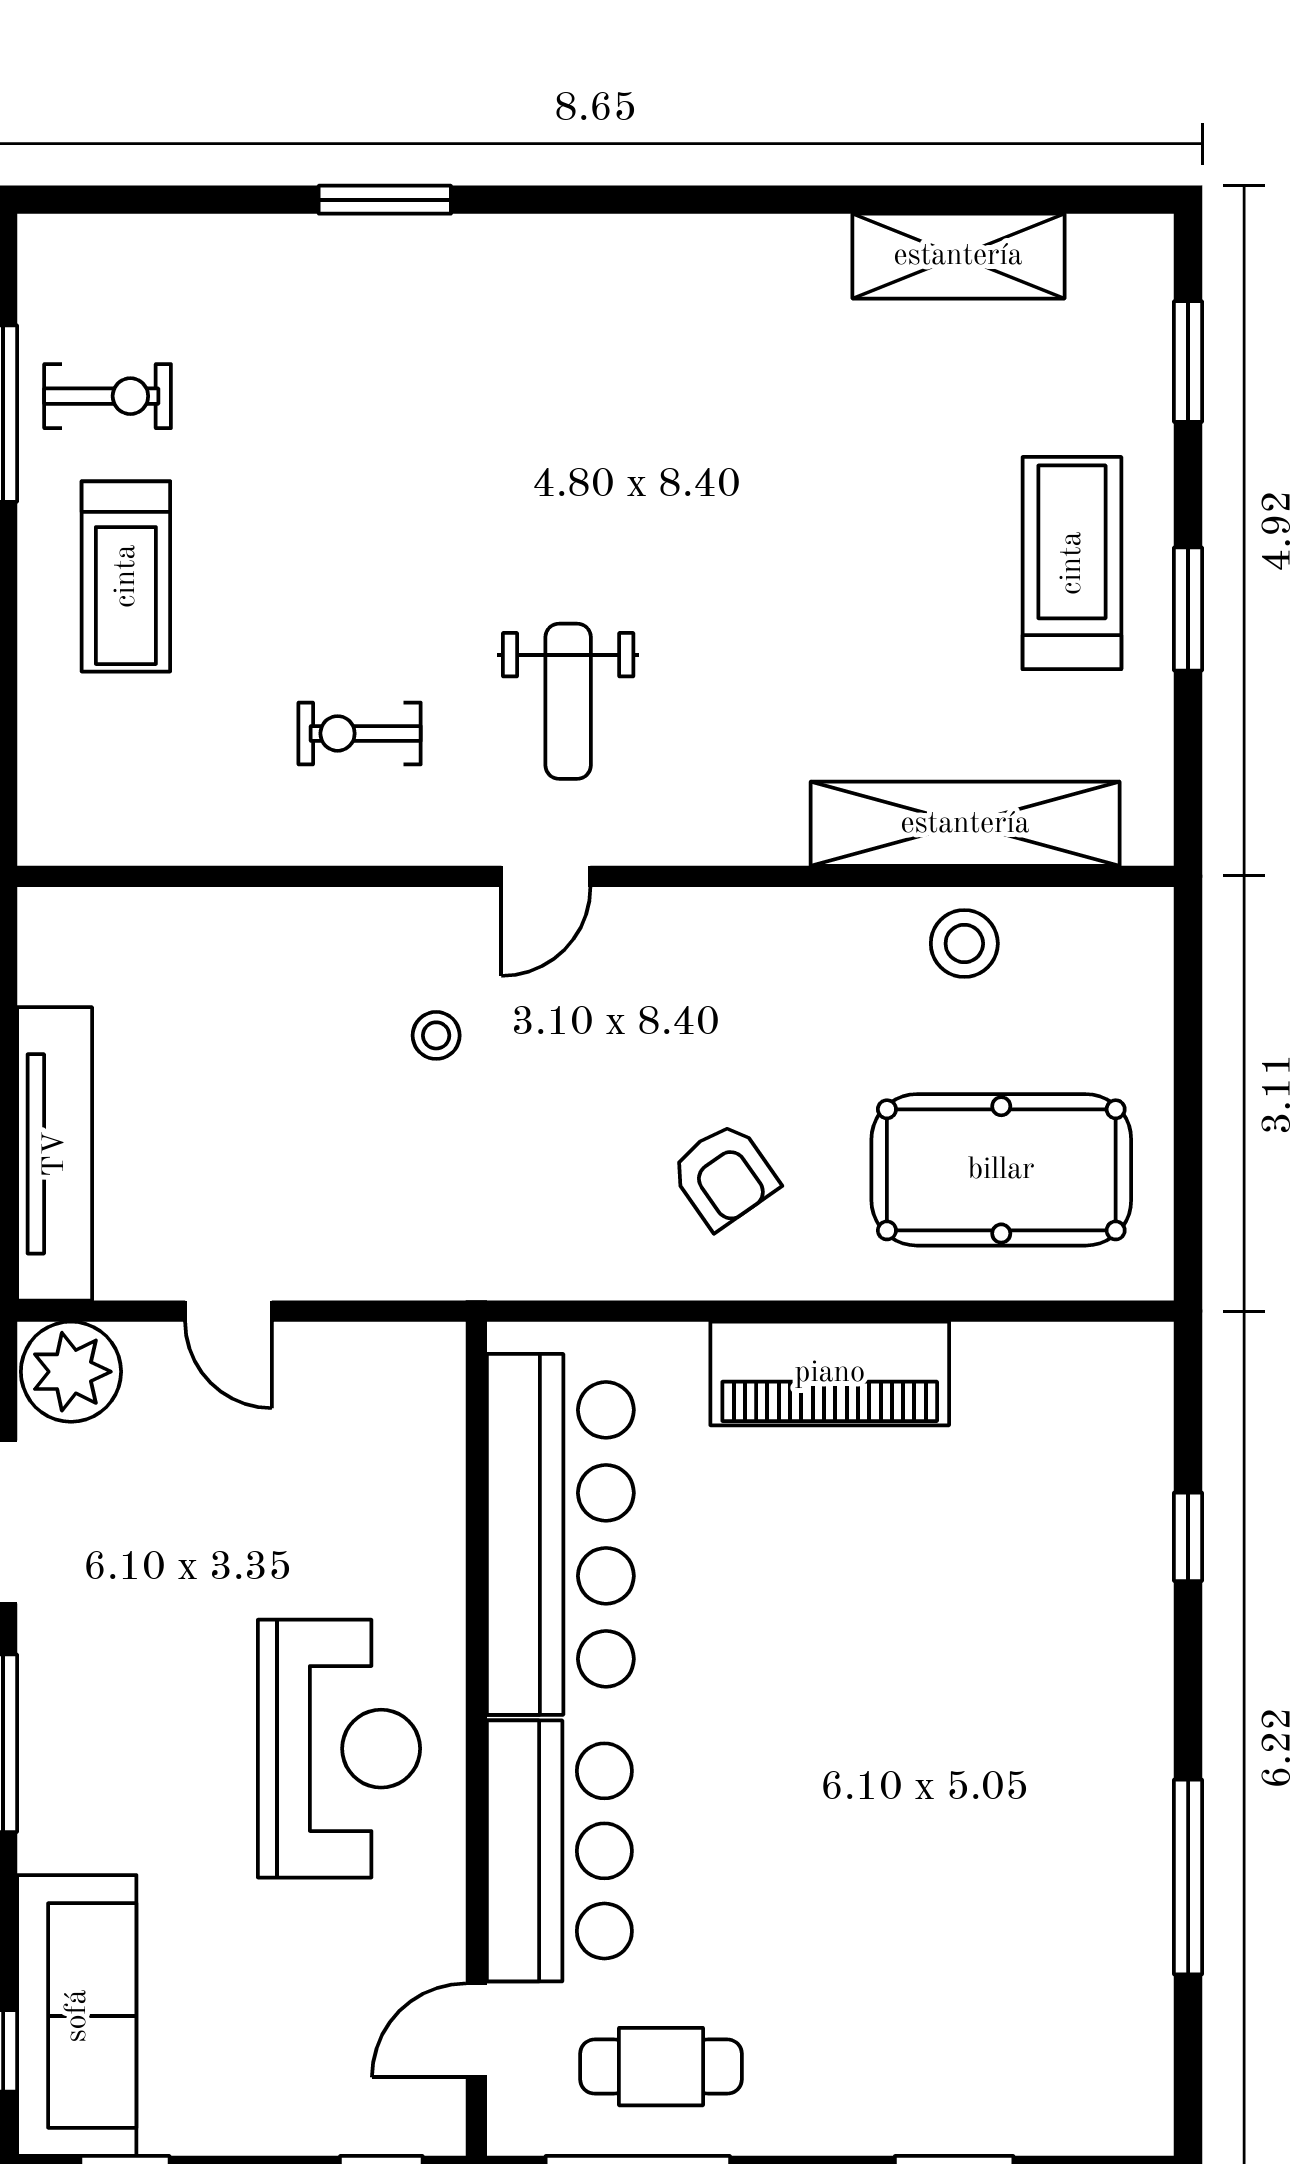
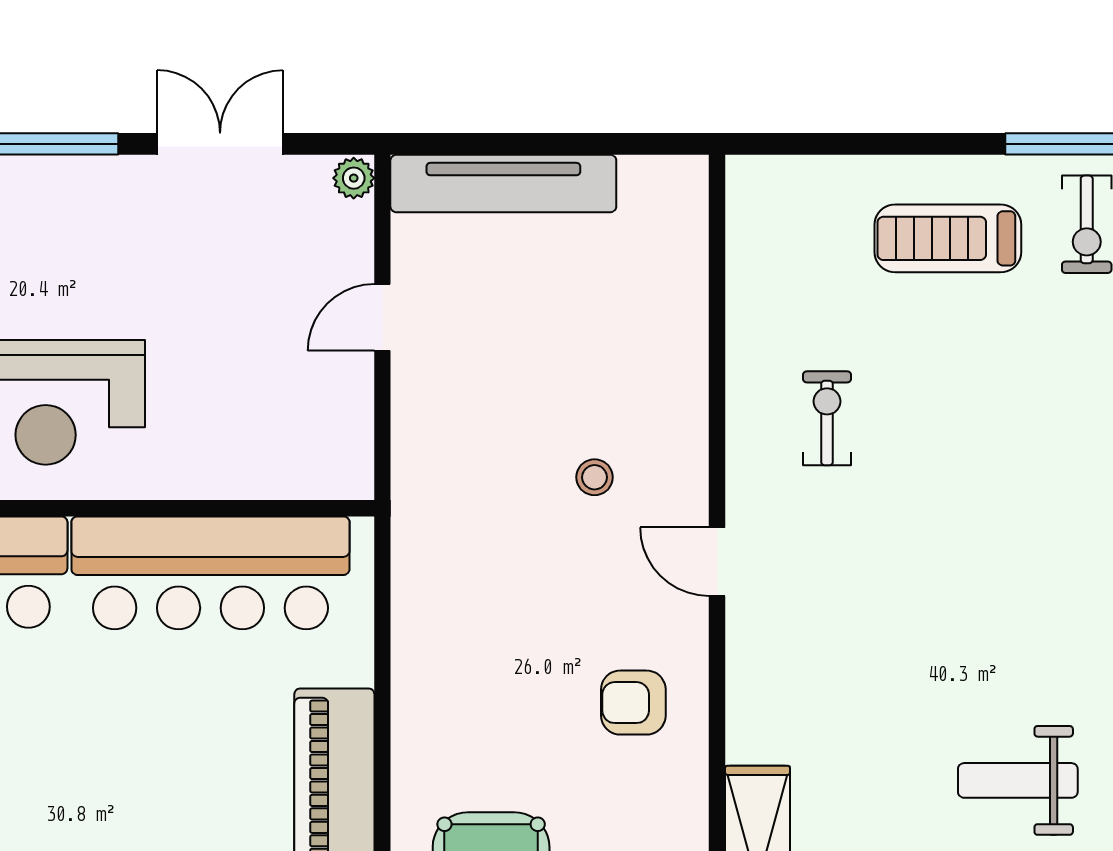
weight bench: (568, 701) -> (1018, 780), moved
armchair: (724, 1176) -> (633, 703), moved, turned 35
plant: (71, 1372) -> (354, 178), width x0.53, depth x0.53

